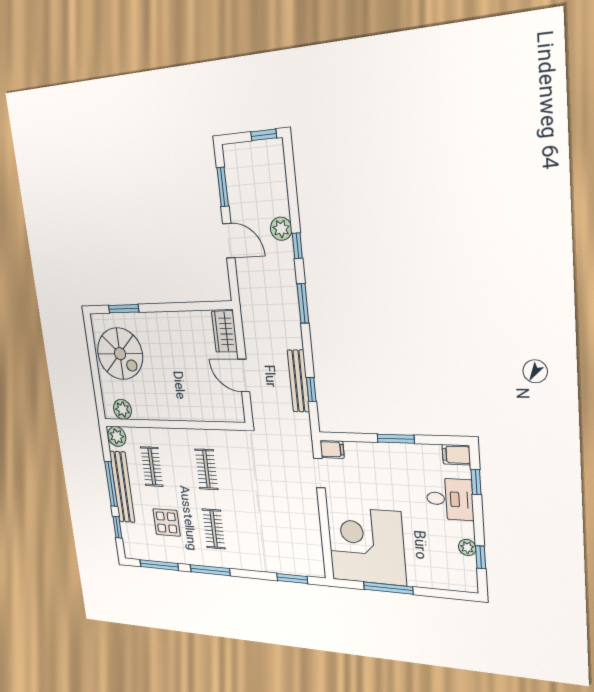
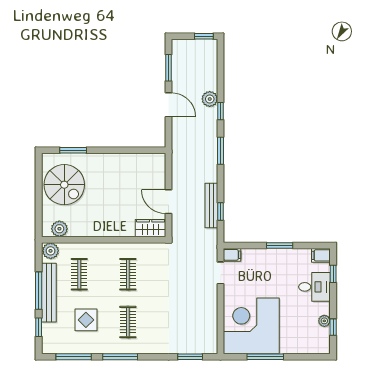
wardrobe: (224, 332) -> (151, 228), moved, turned 90

